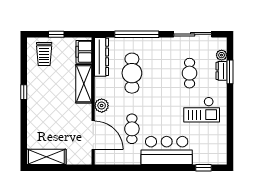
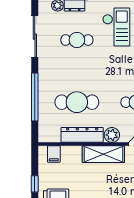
filing cabinet: (84, 52) -> (54, 154), width x0.50
dresser: (102, 57) -> (82, 135), moved
shelving: (84, 84) -> (103, 154), moved

